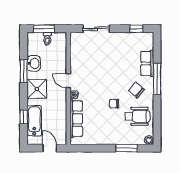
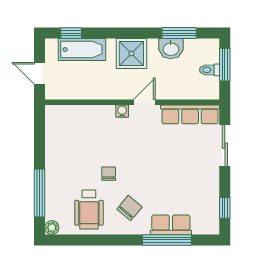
window: (24, 71) -> (179, 33), moved
window: (157, 79) -> (167, 240), moved
window: (24, 117) -> (71, 33), moved
row of seats: (76, 119) -> (190, 114), moved
door: (50, 148) -> (39, 73), swing flipped
window: (127, 148) -> (39, 193), width x1.44

